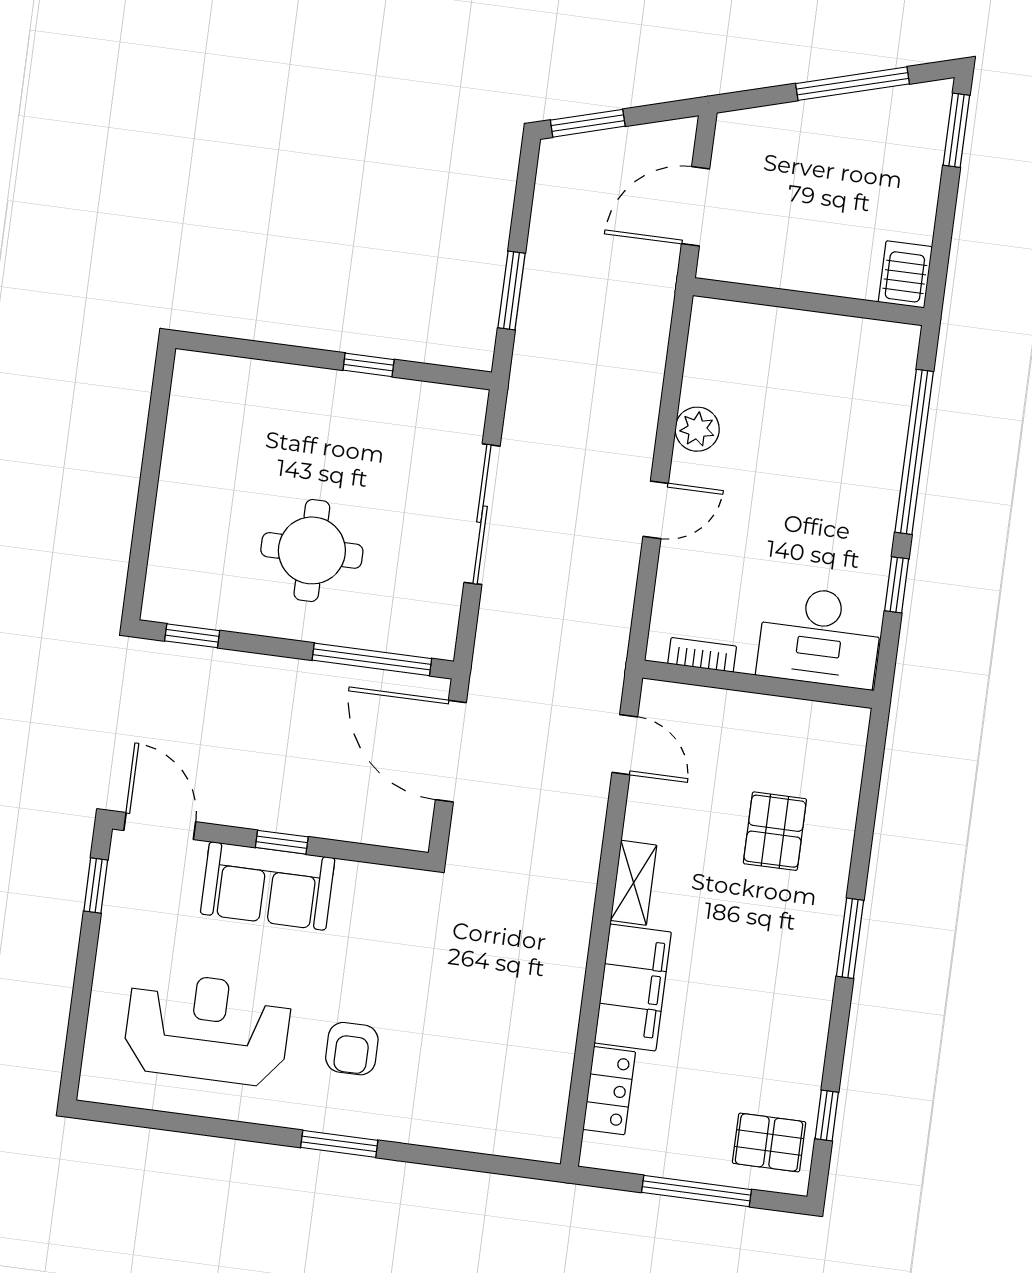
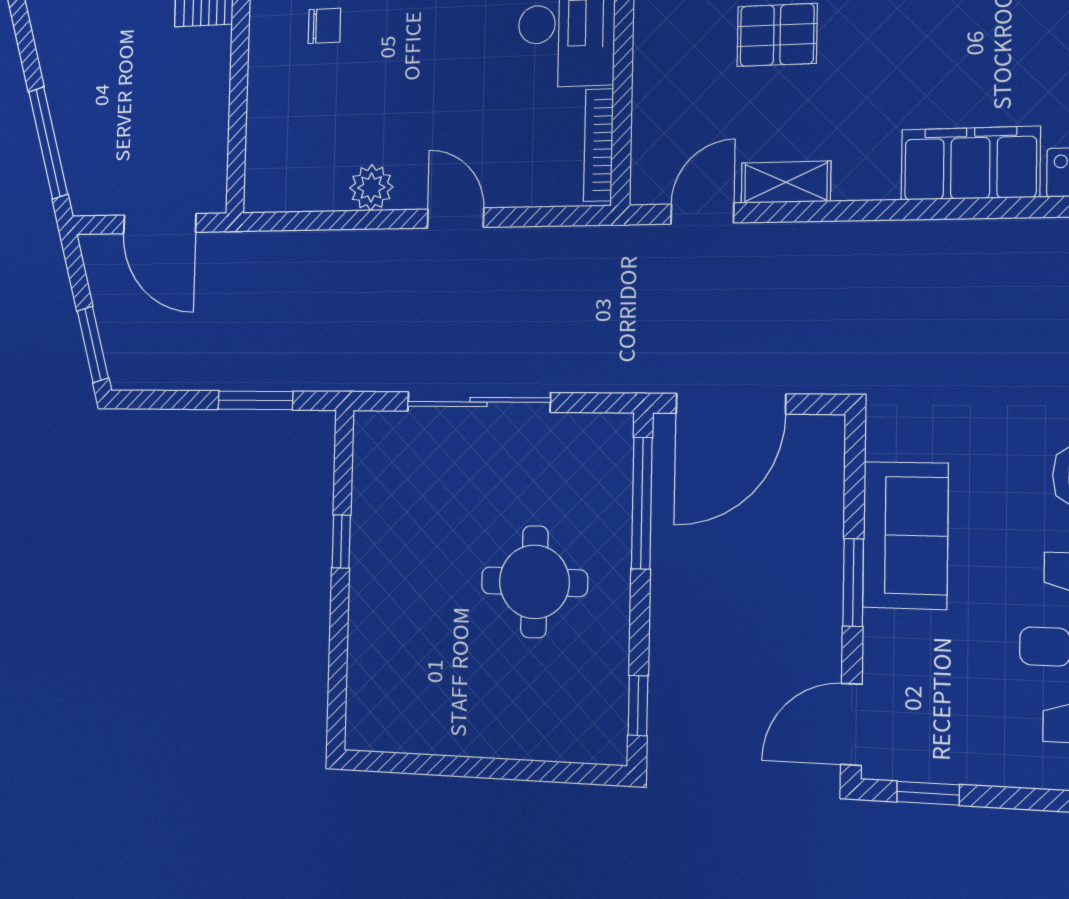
window: (852, 84) -> (48, 143), moved
chair: (860, 397) -> (324, 26), added
bookcase: (702, 655) -> (598, 145), width x1.56
window: (282, 842) -> (853, 582), width x1.50
shelving: (634, 883) -> (786, 182), moved
sofa: (268, 886) -> (905, 535), moved

